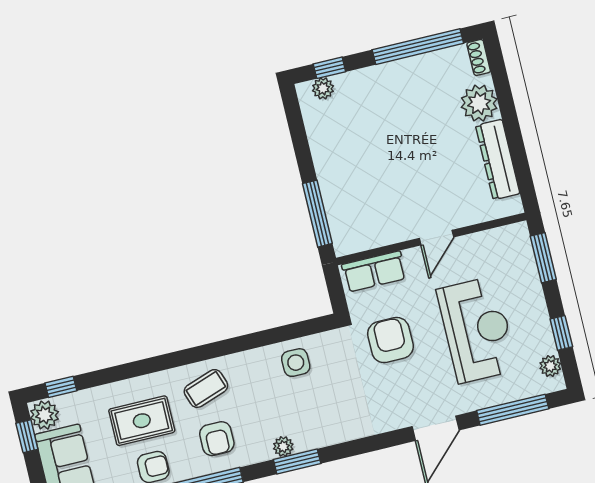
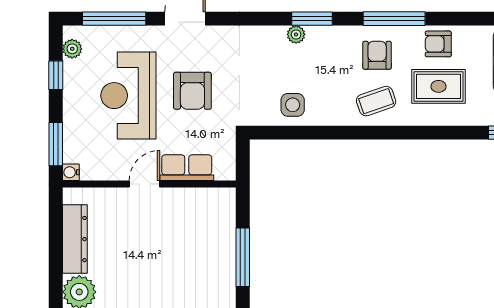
window: (317, 214) -> (243, 257), moved
water cooler: (519, 231) -> (71, 172), added
row of seats: (374, 271) -> (187, 168), moved
armchair: (390, 340) -> (192, 91), moved
plant: (283, 447) -> (296, 34), moved

